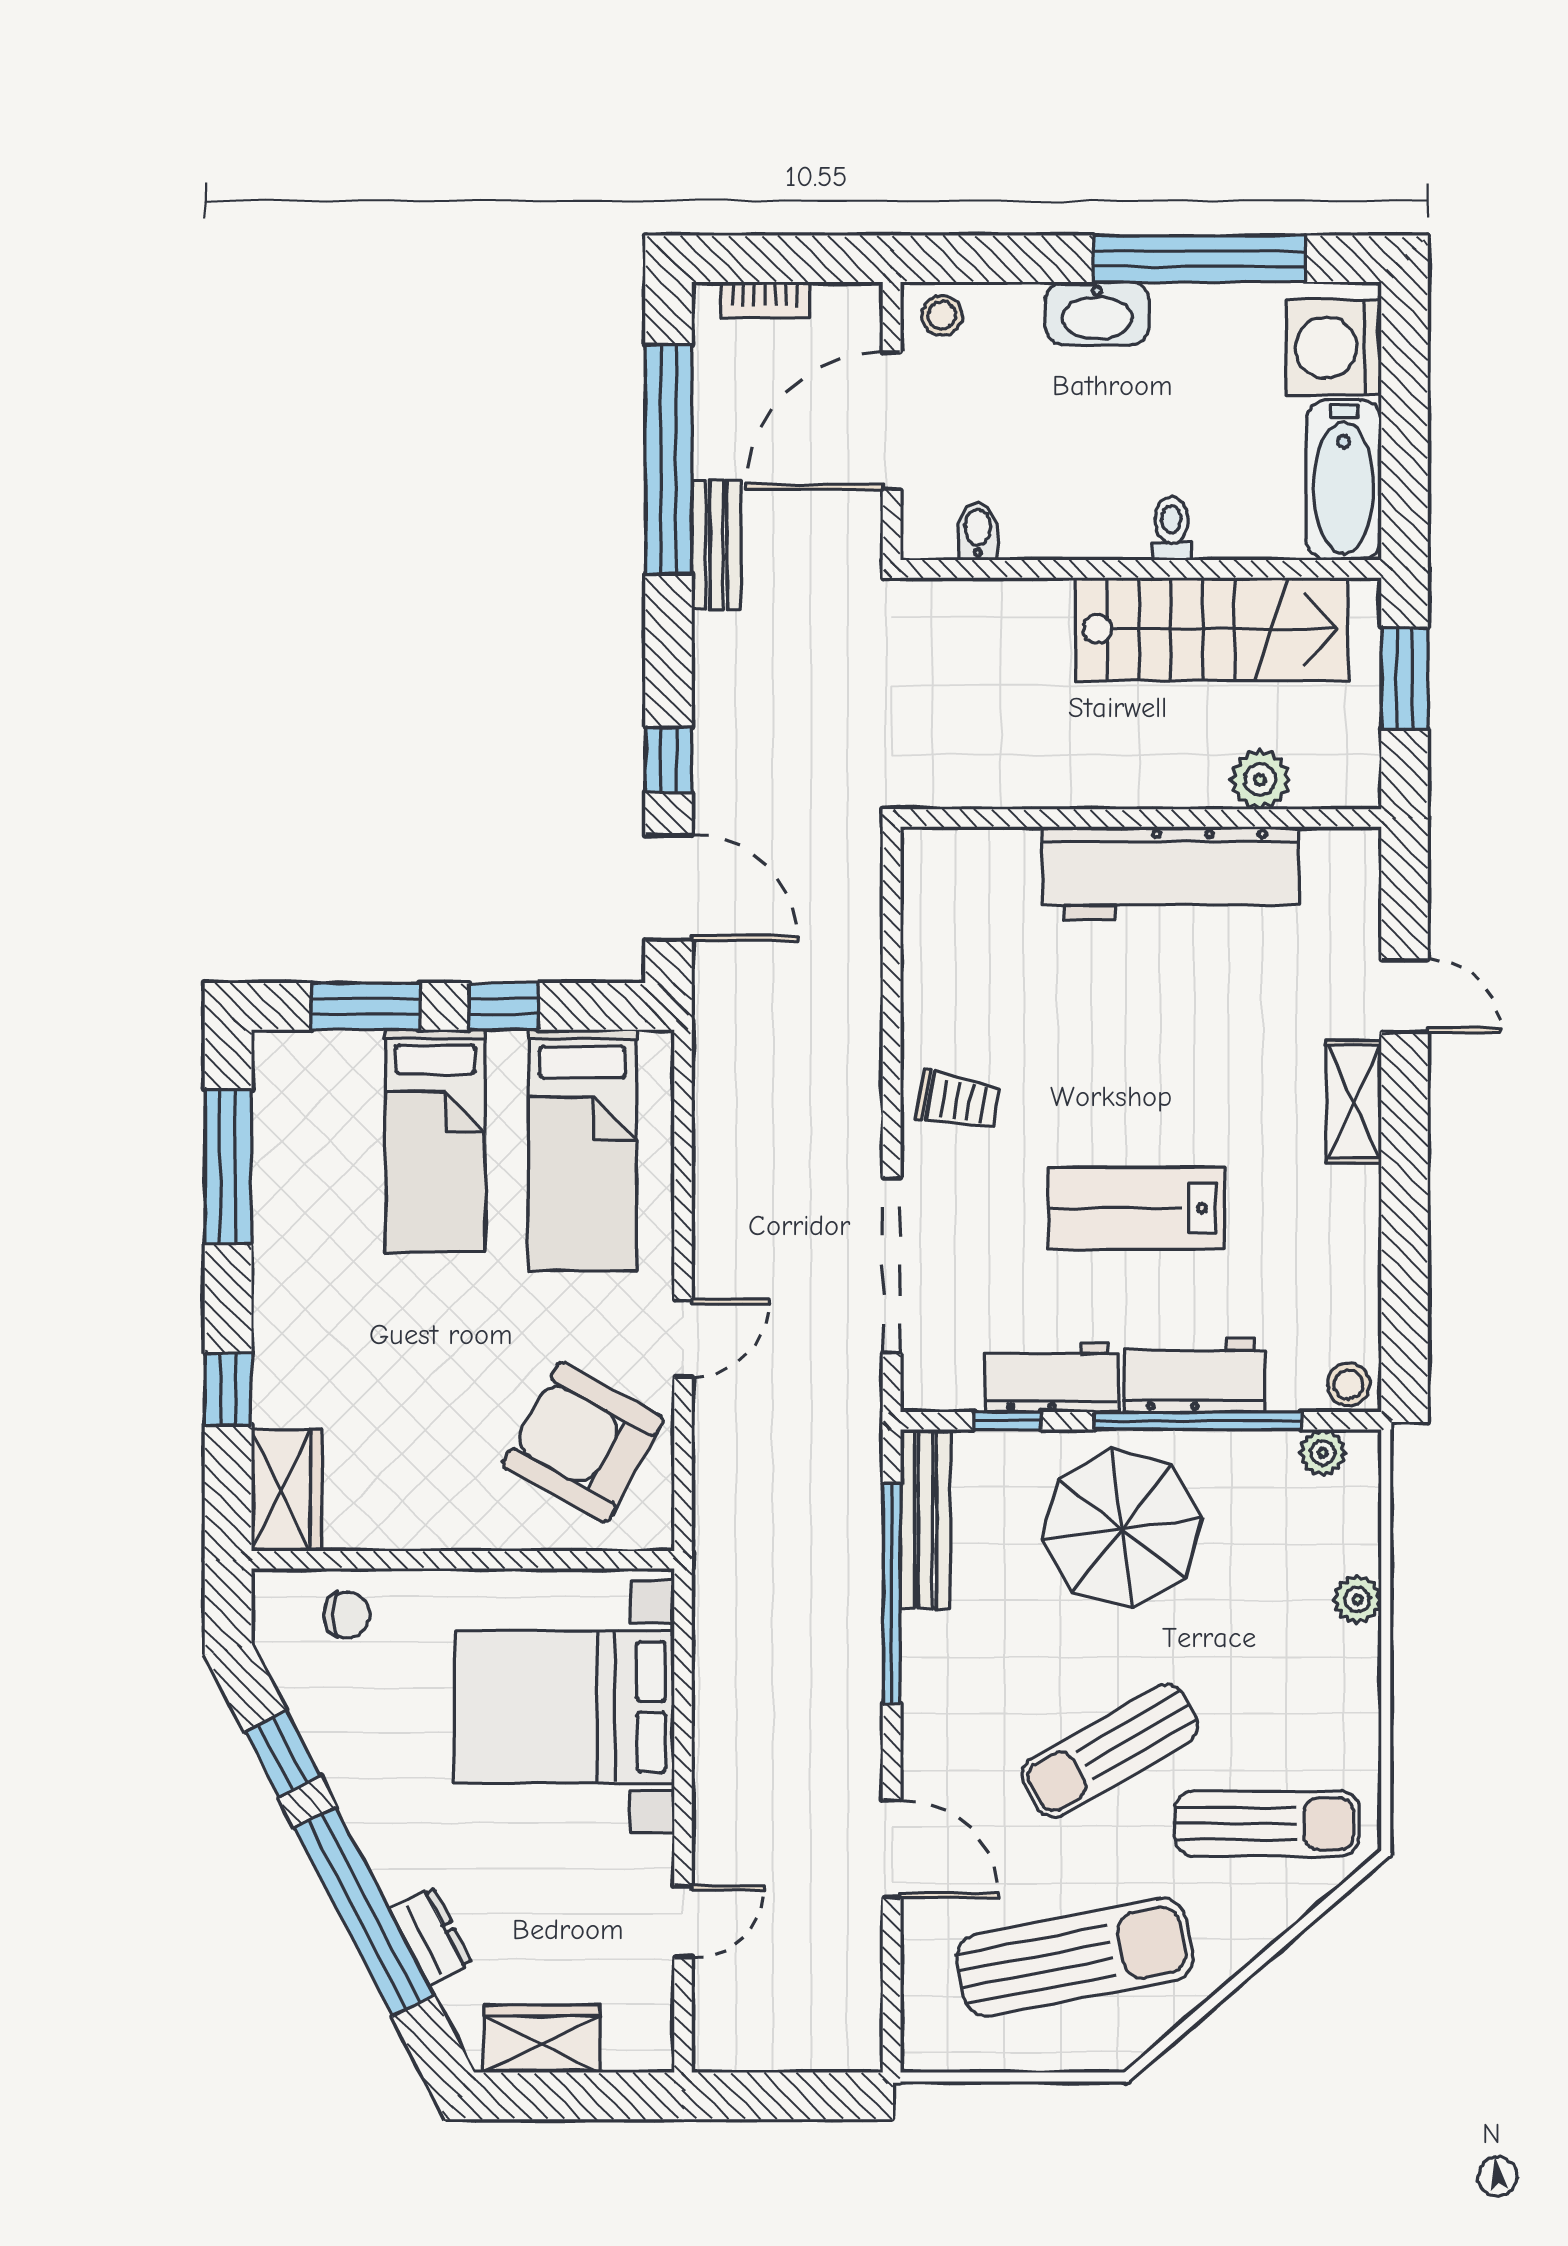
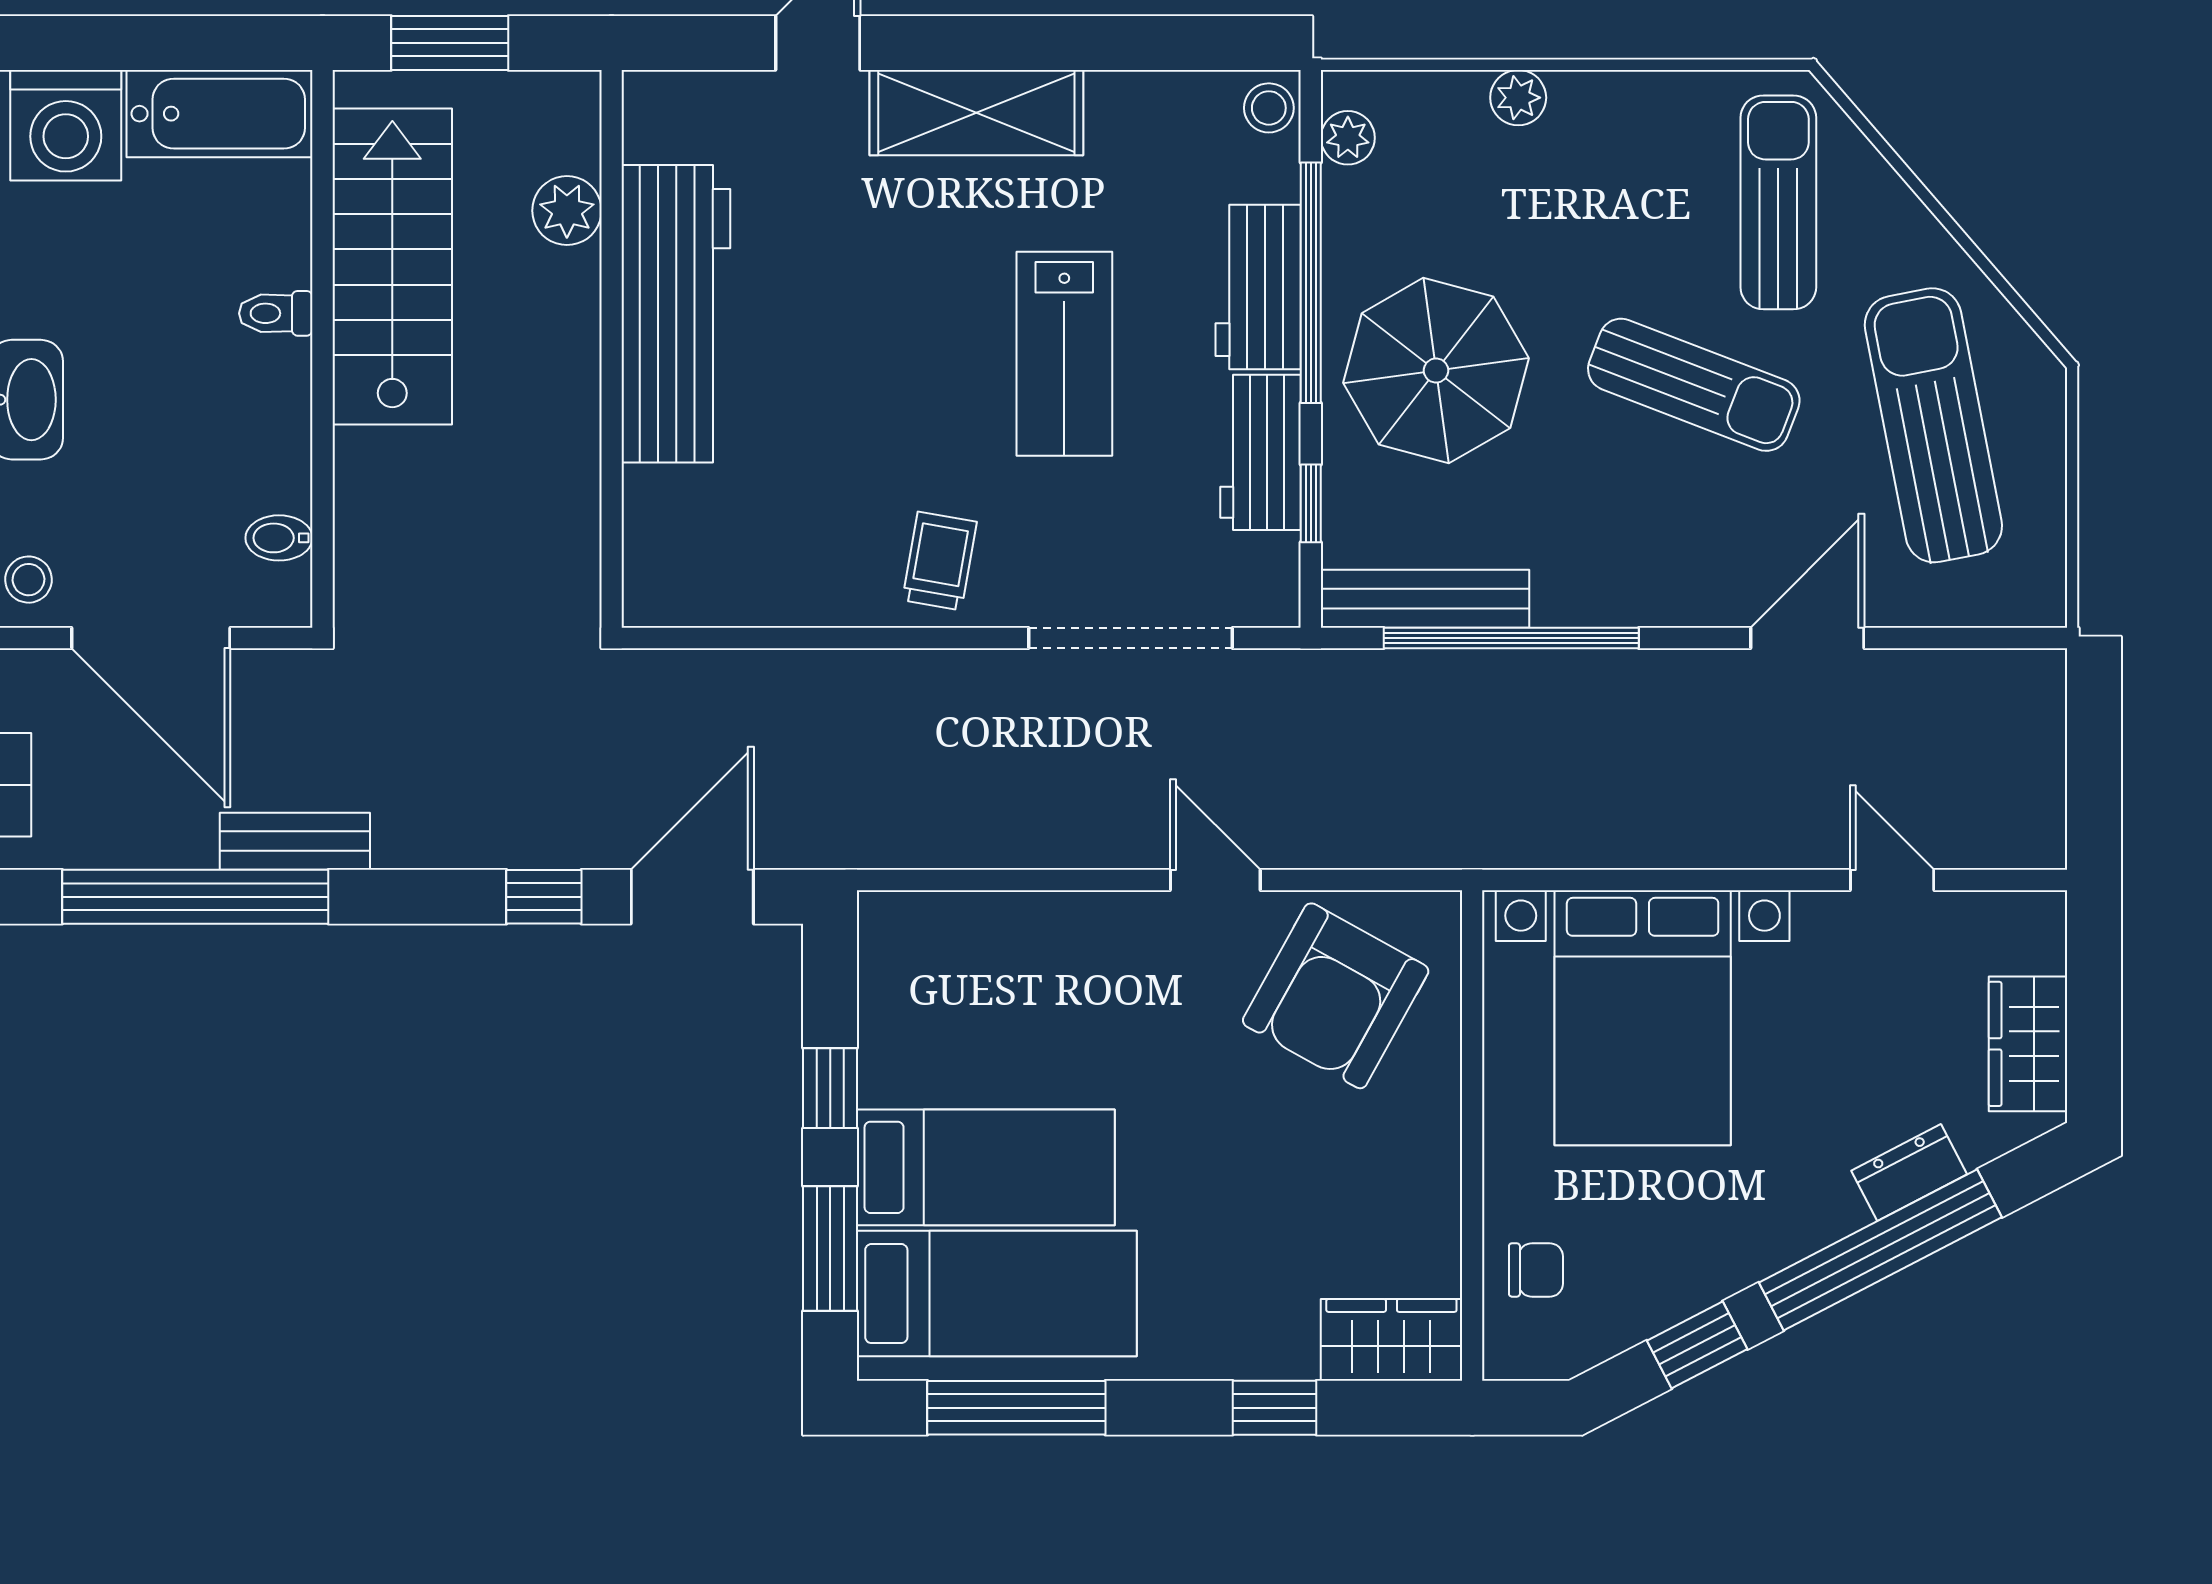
shelving: (1354, 1102) -> (976, 113), width x1.50, depth x1.33
bed: (582, 1150) -> (997, 1294), moved
chair: (347, 1615) -> (1536, 1270), turned 90
sun lounger: (1110, 1751) -> (1694, 385), turned -39

